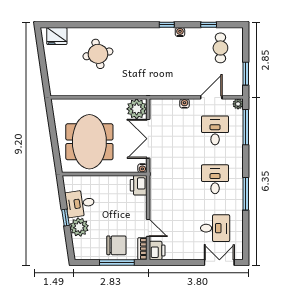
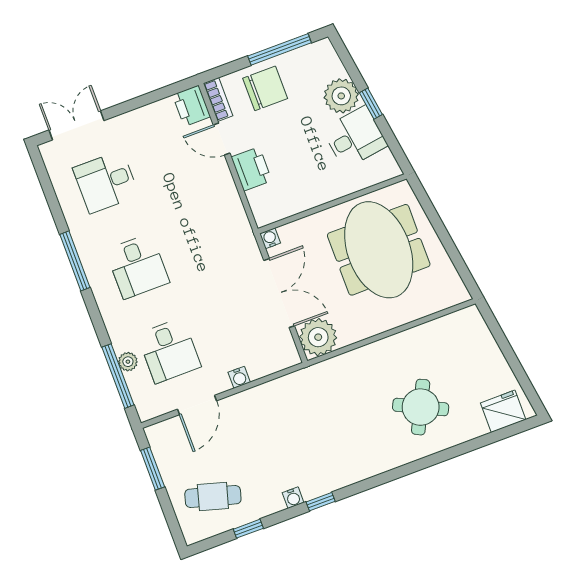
cafe table: (220, 48) -> (213, 497), turned -74
round table: (98, 54) -> (421, 407), turned 38
plant: (238, 104) -> (128, 362), moved
printer: (139, 185) -> (251, 169), moved
chair: (116, 245) -> (265, 88), turned 180
window: (117, 262) -> (280, 49), moved
double door: (219, 262) -> (76, 125), swing flipped

